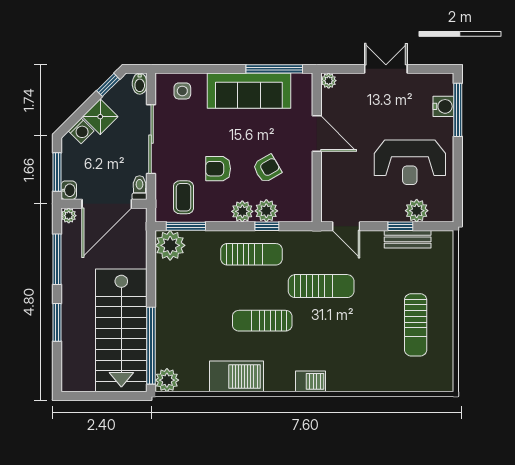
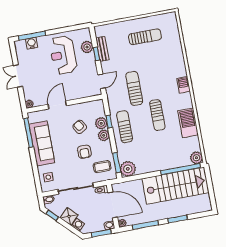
reception desk: (410, 162) -> (63, 55), turned 180

